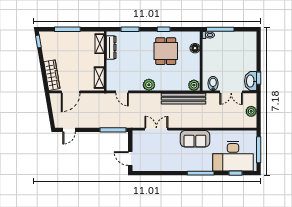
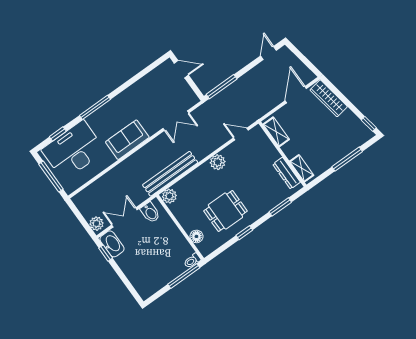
dining table: (166, 51) -> (225, 211), turned 90
plant: (251, 111) -> (96, 224), moved

